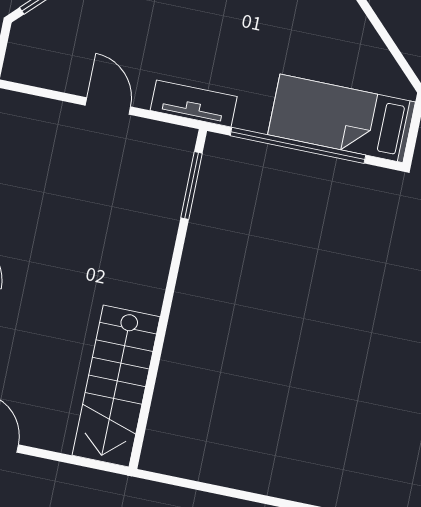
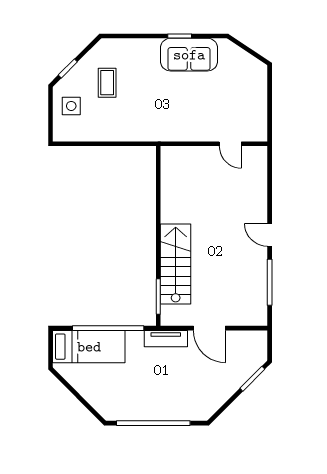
door: (108, 106) -> (209, 328), width x1.38
stairs: (116, 386) -> (176, 264), moved

